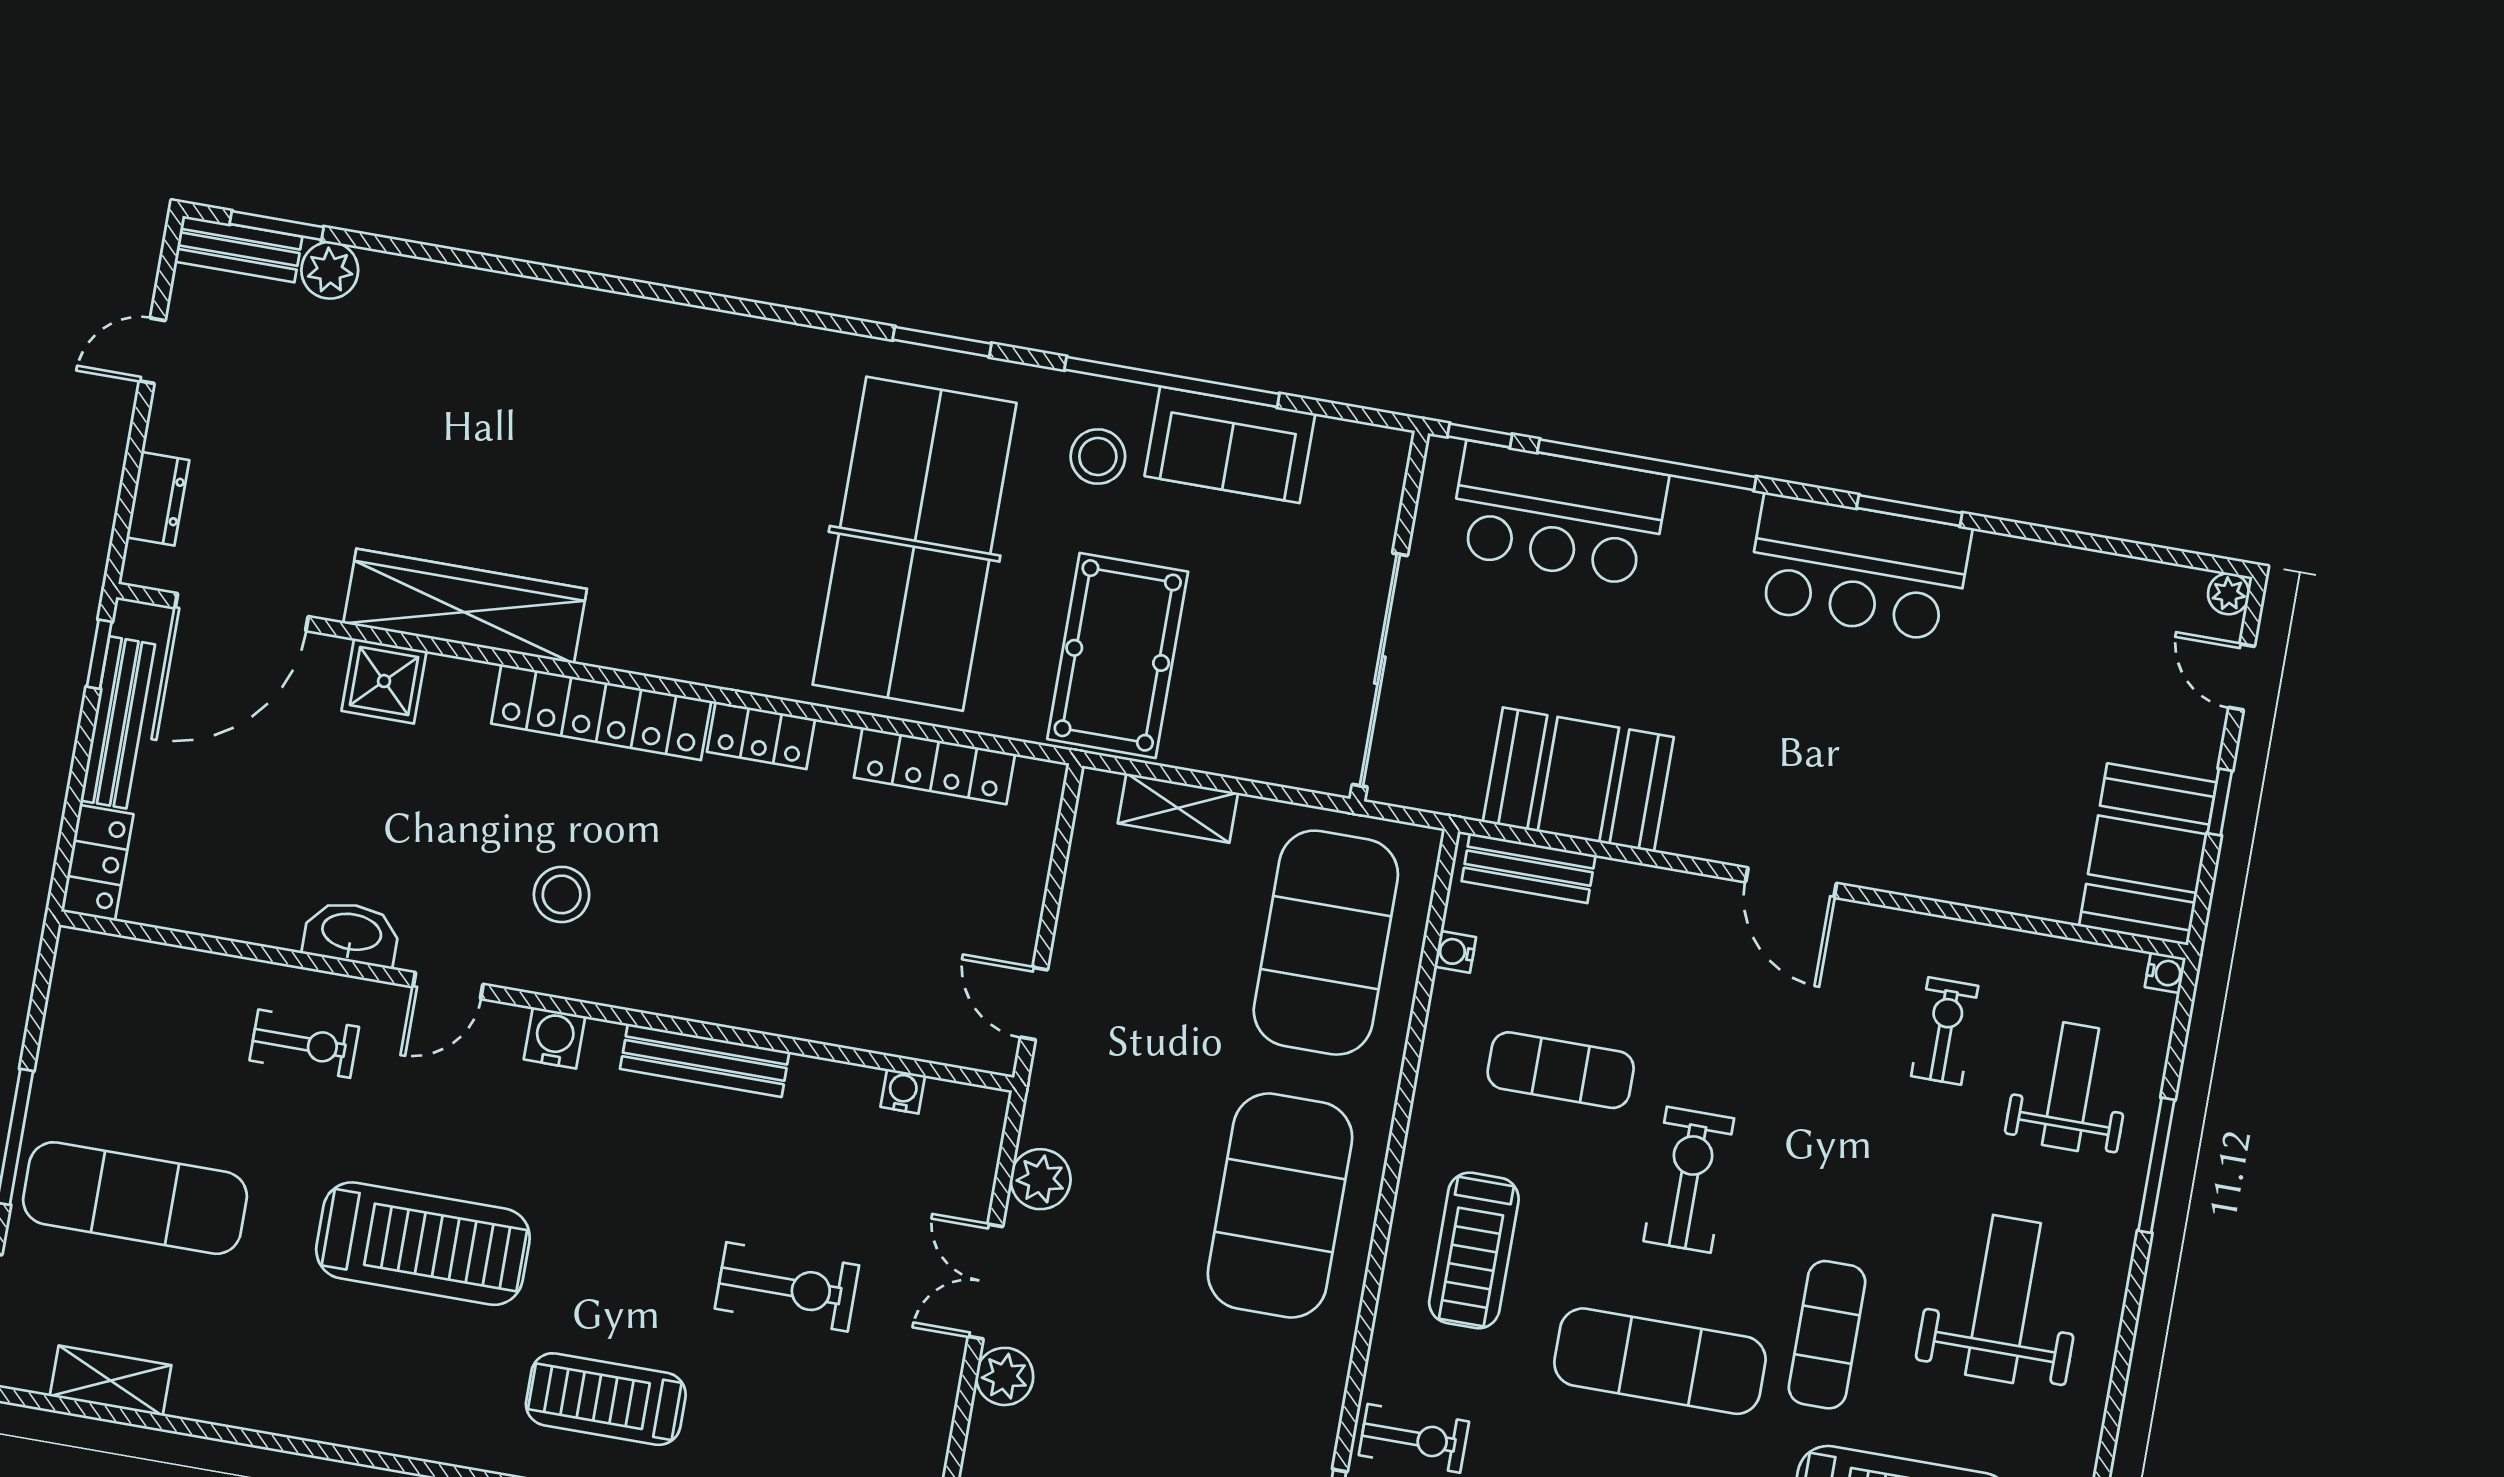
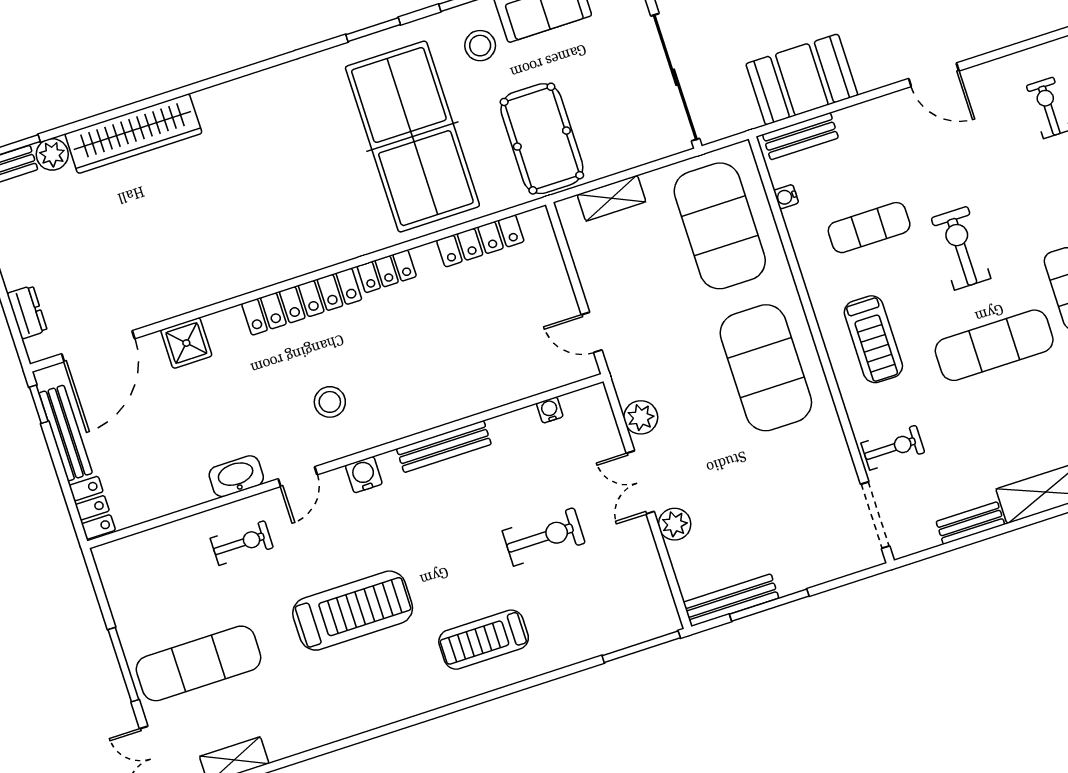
wardrobe: (465, 606) -> (133, 134), moved, turned 180

